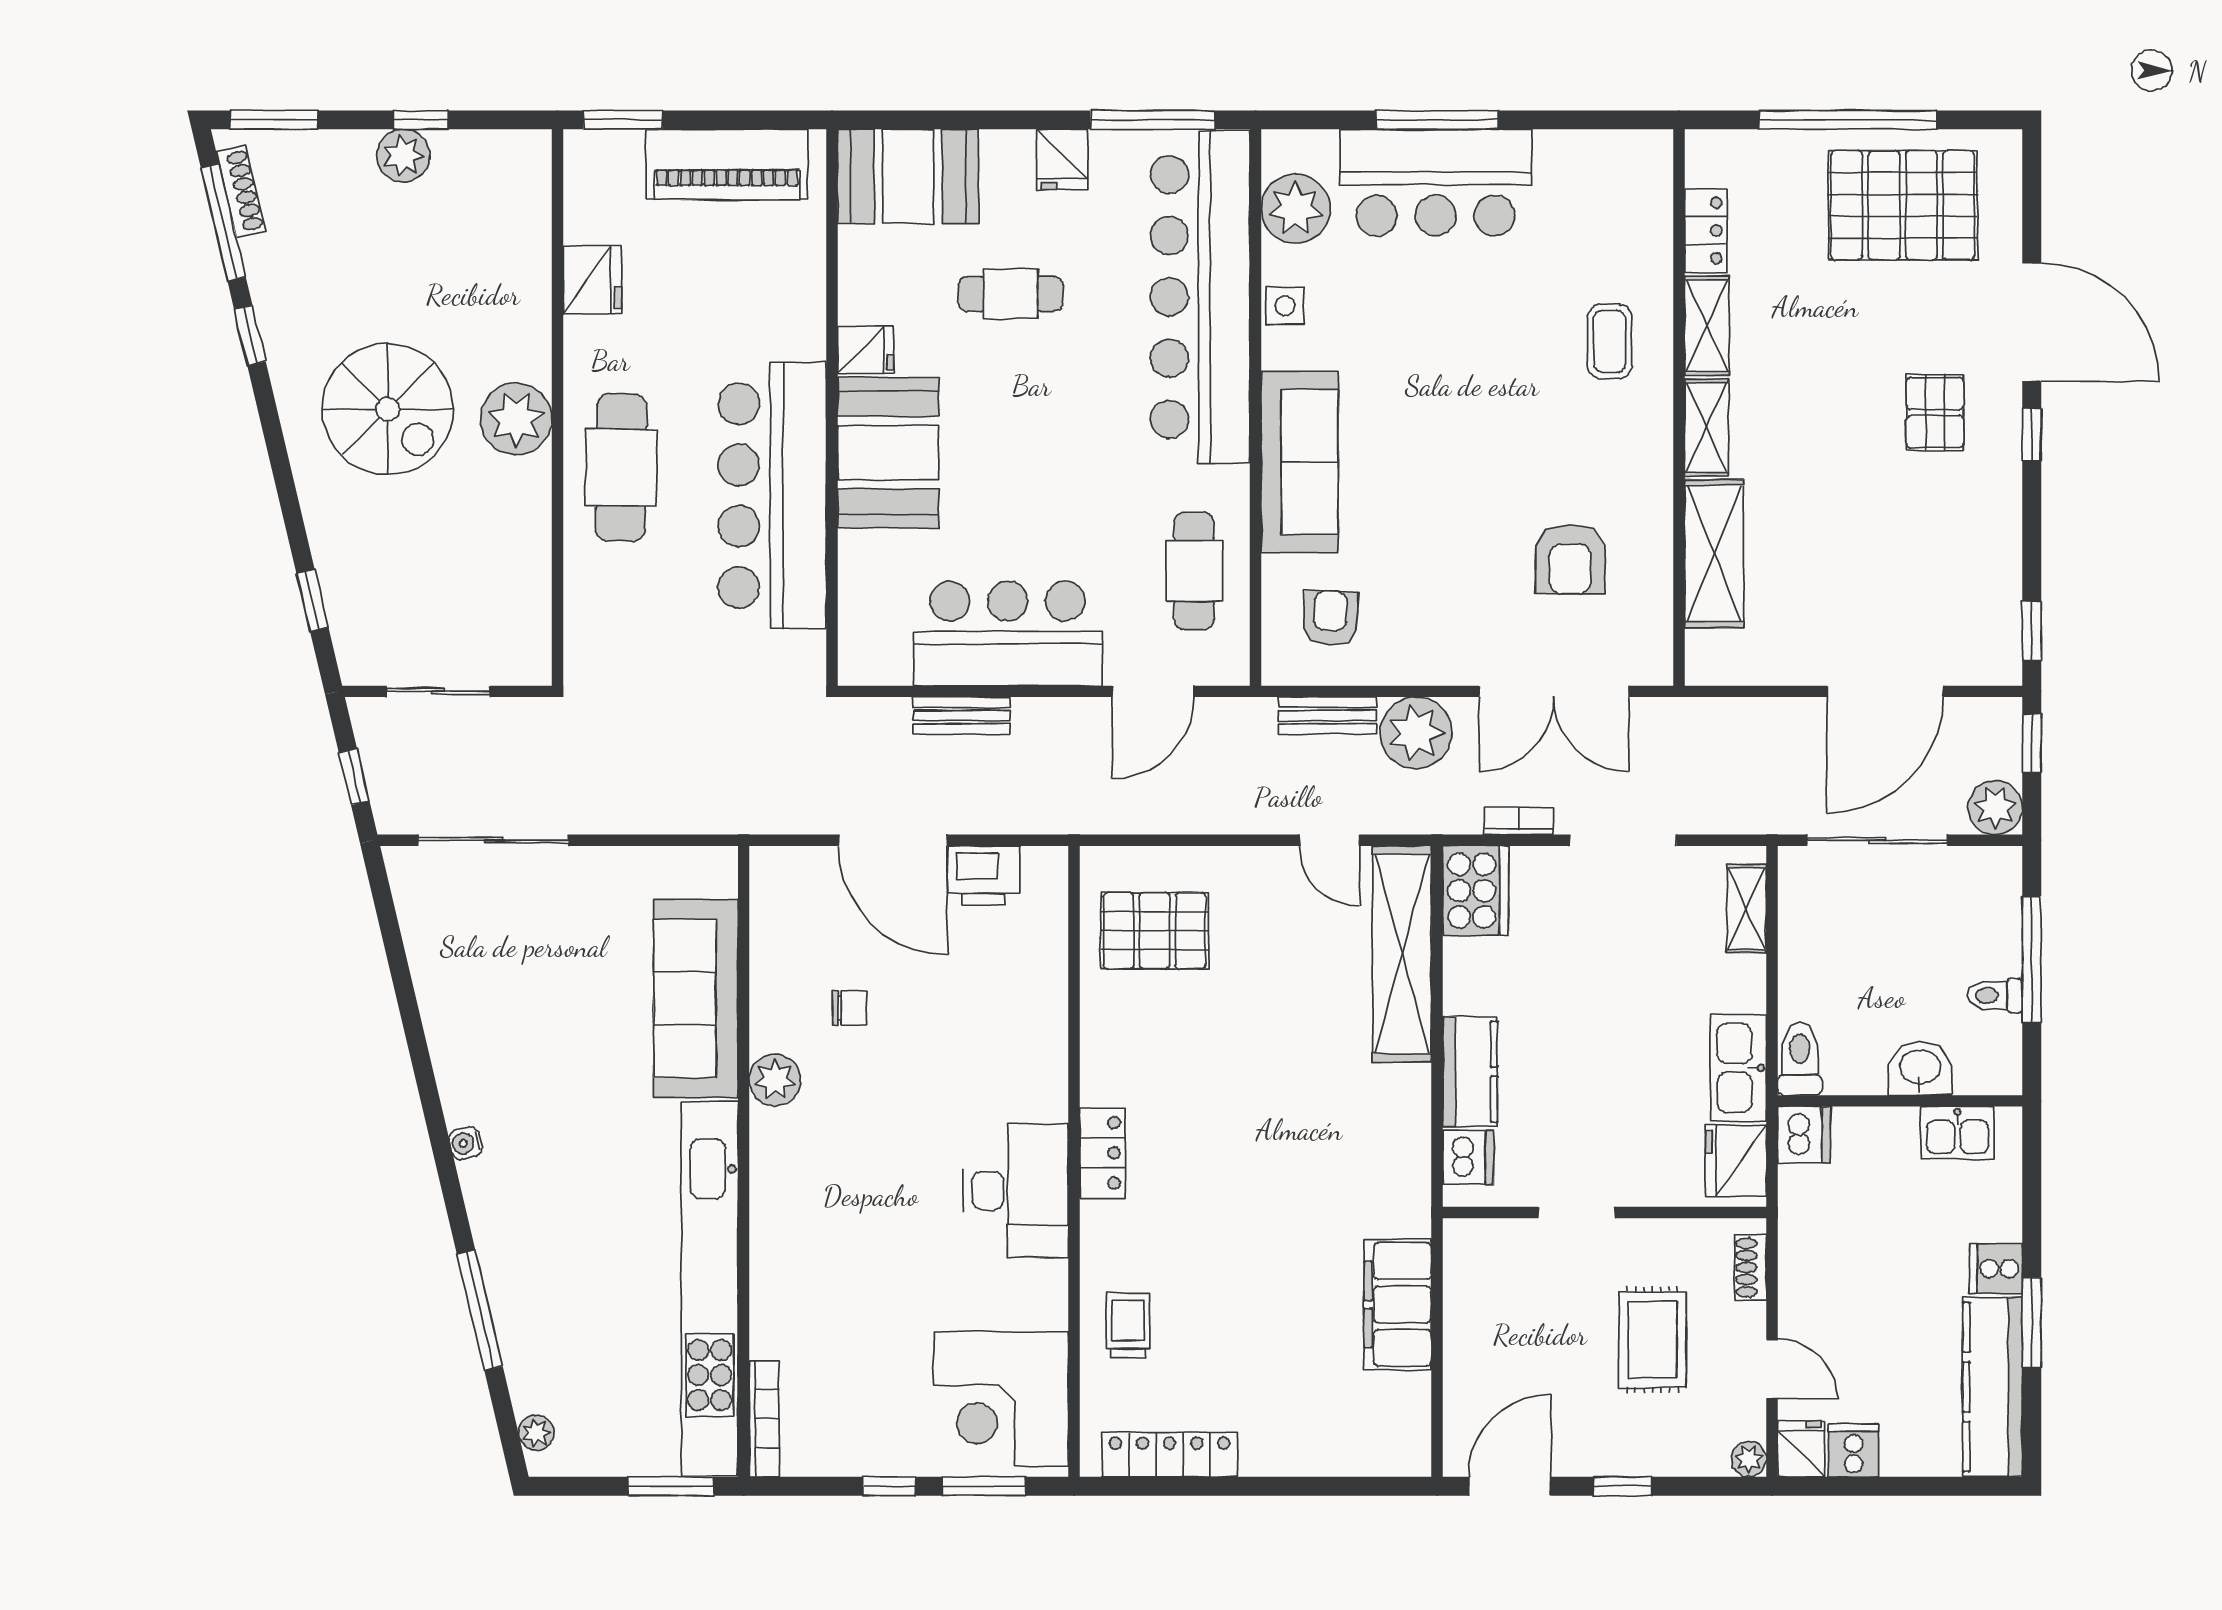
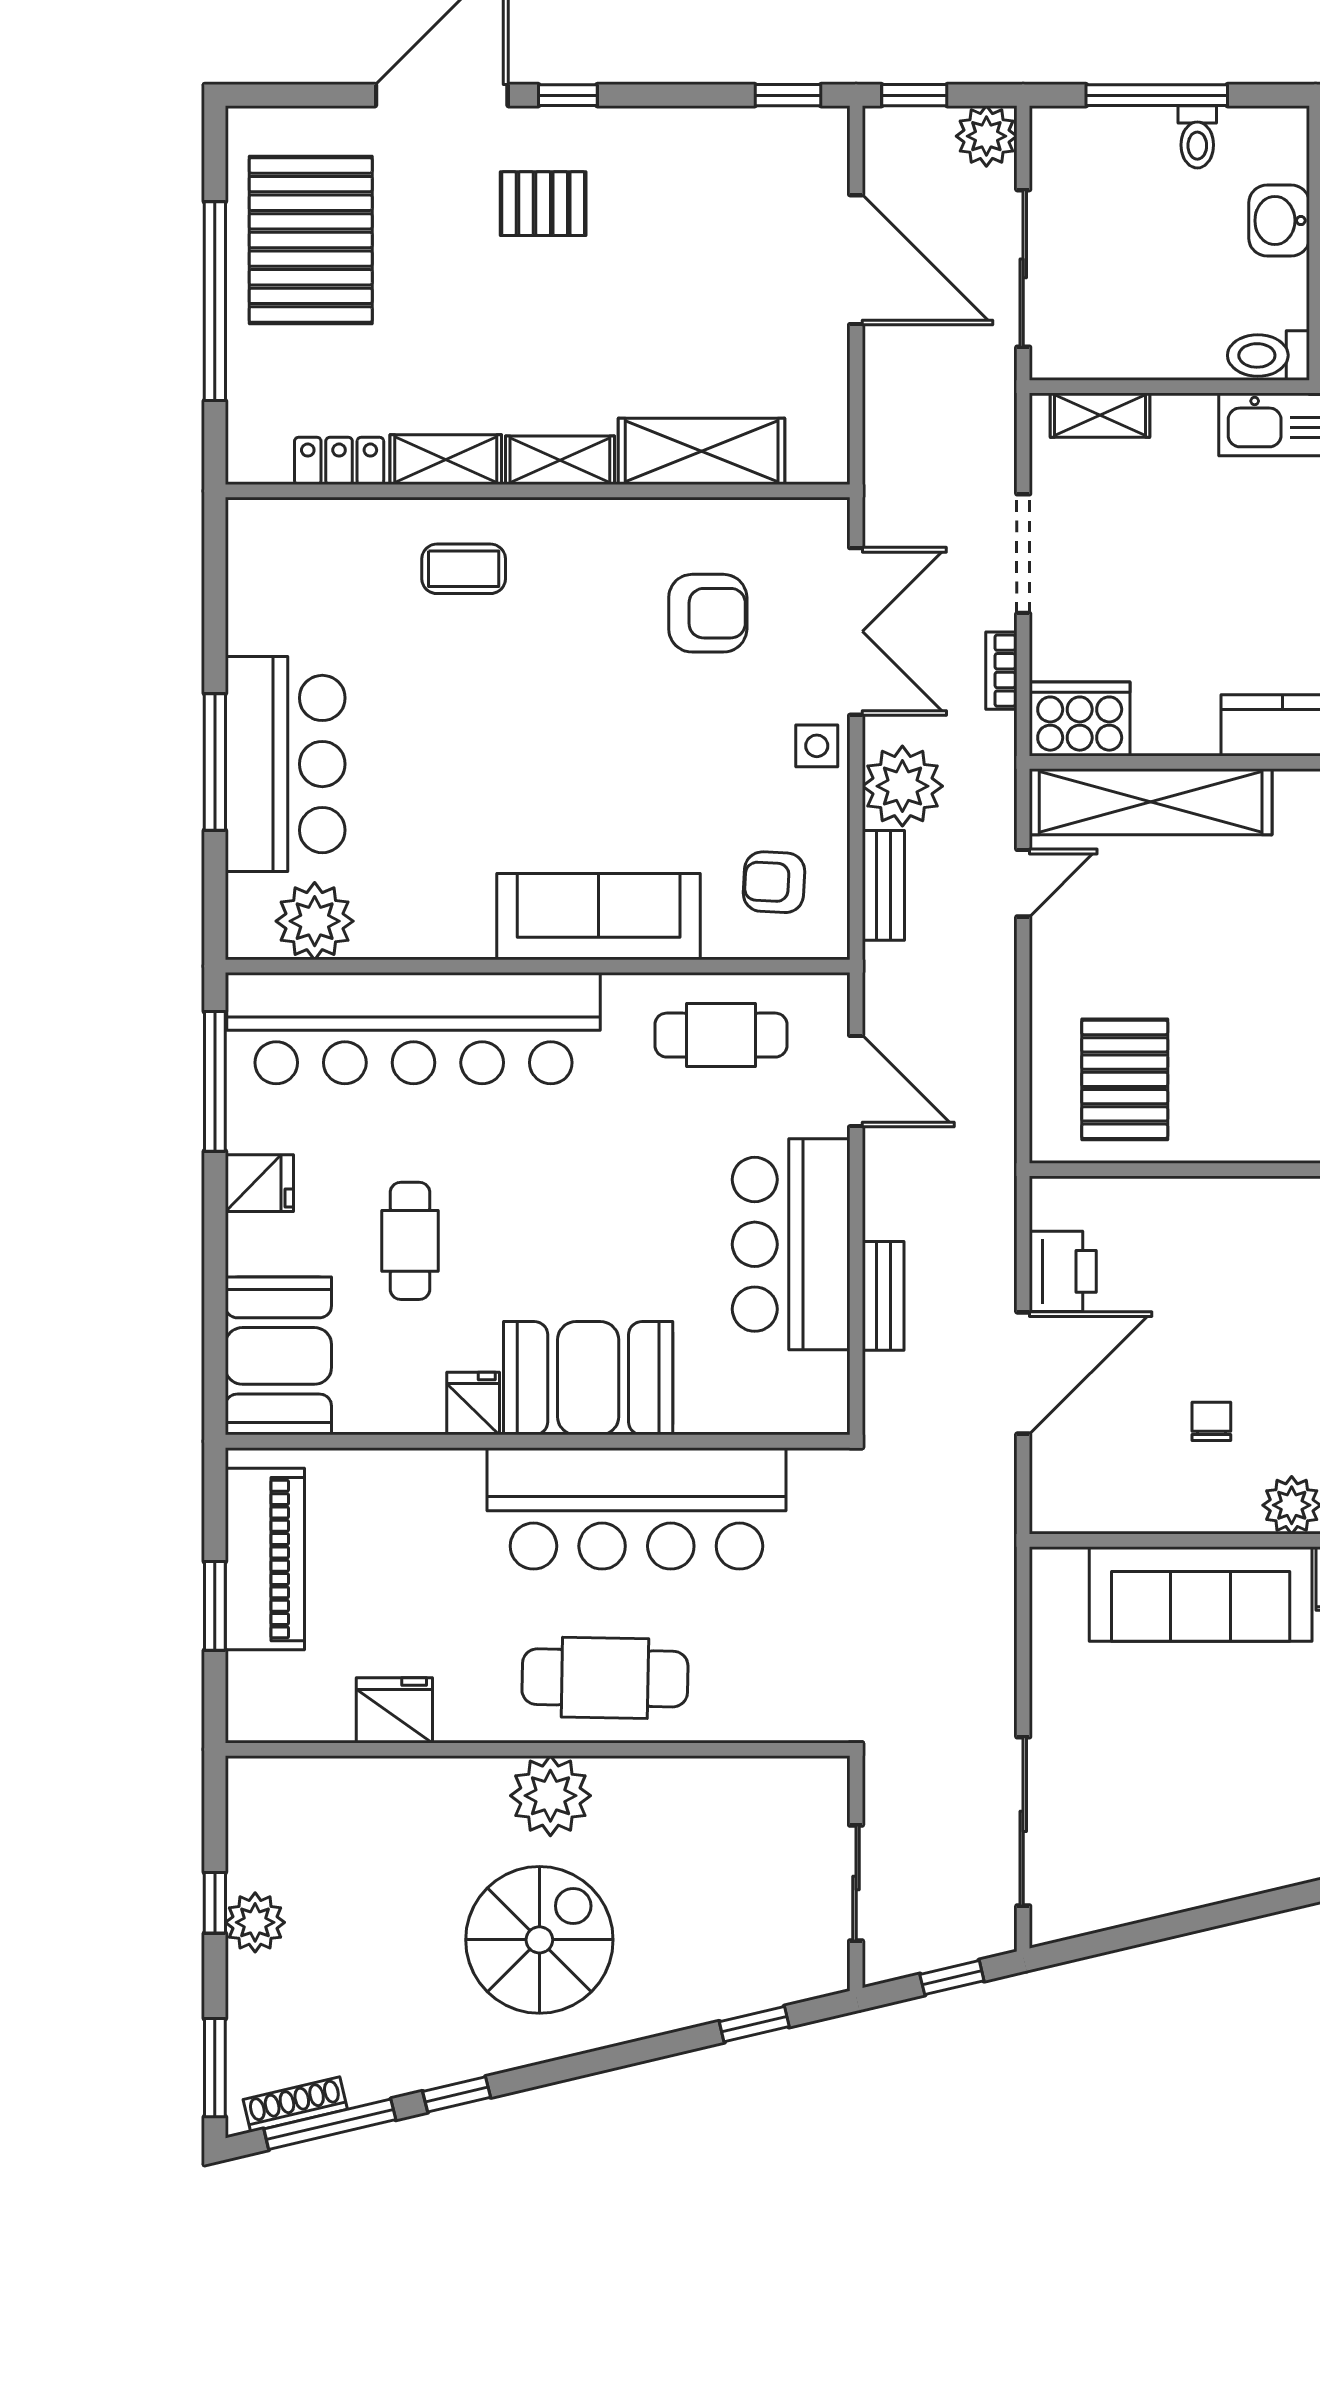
window: (623, 120) -> (215, 1606), moved
side table: (1285, 306) -> (817, 746), moved

